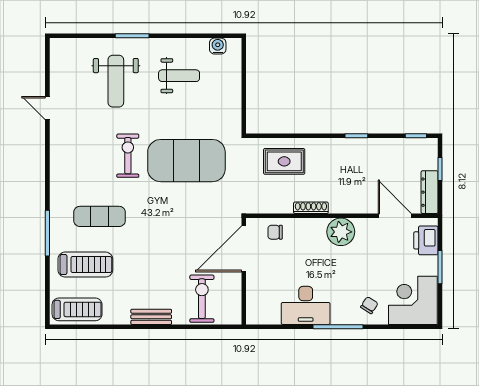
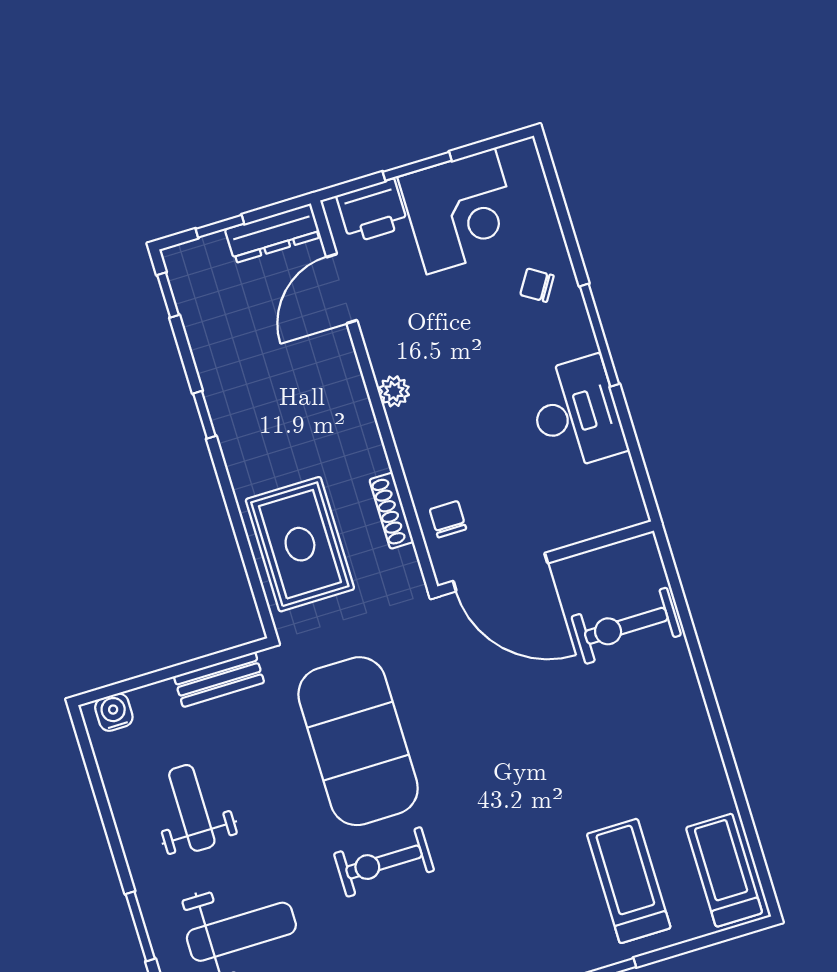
water cooler: (218, 46) -> (114, 712), moved, turned 90
rug: (284, 161) -> (300, 544), width x1.36, depth x1.43
shoe rack: (311, 208) -> (392, 511), moved
exercise mat: (100, 216) -> (523, 882), removed
chair: (275, 232) -> (448, 519), turned 180
plant: (341, 232) -> (394, 391), width x0.53, depth x0.53
corner desk: (413, 300) -> (461, 211), moved, turned -90
bench: (151, 317) -> (219, 679), moved, turned 90

